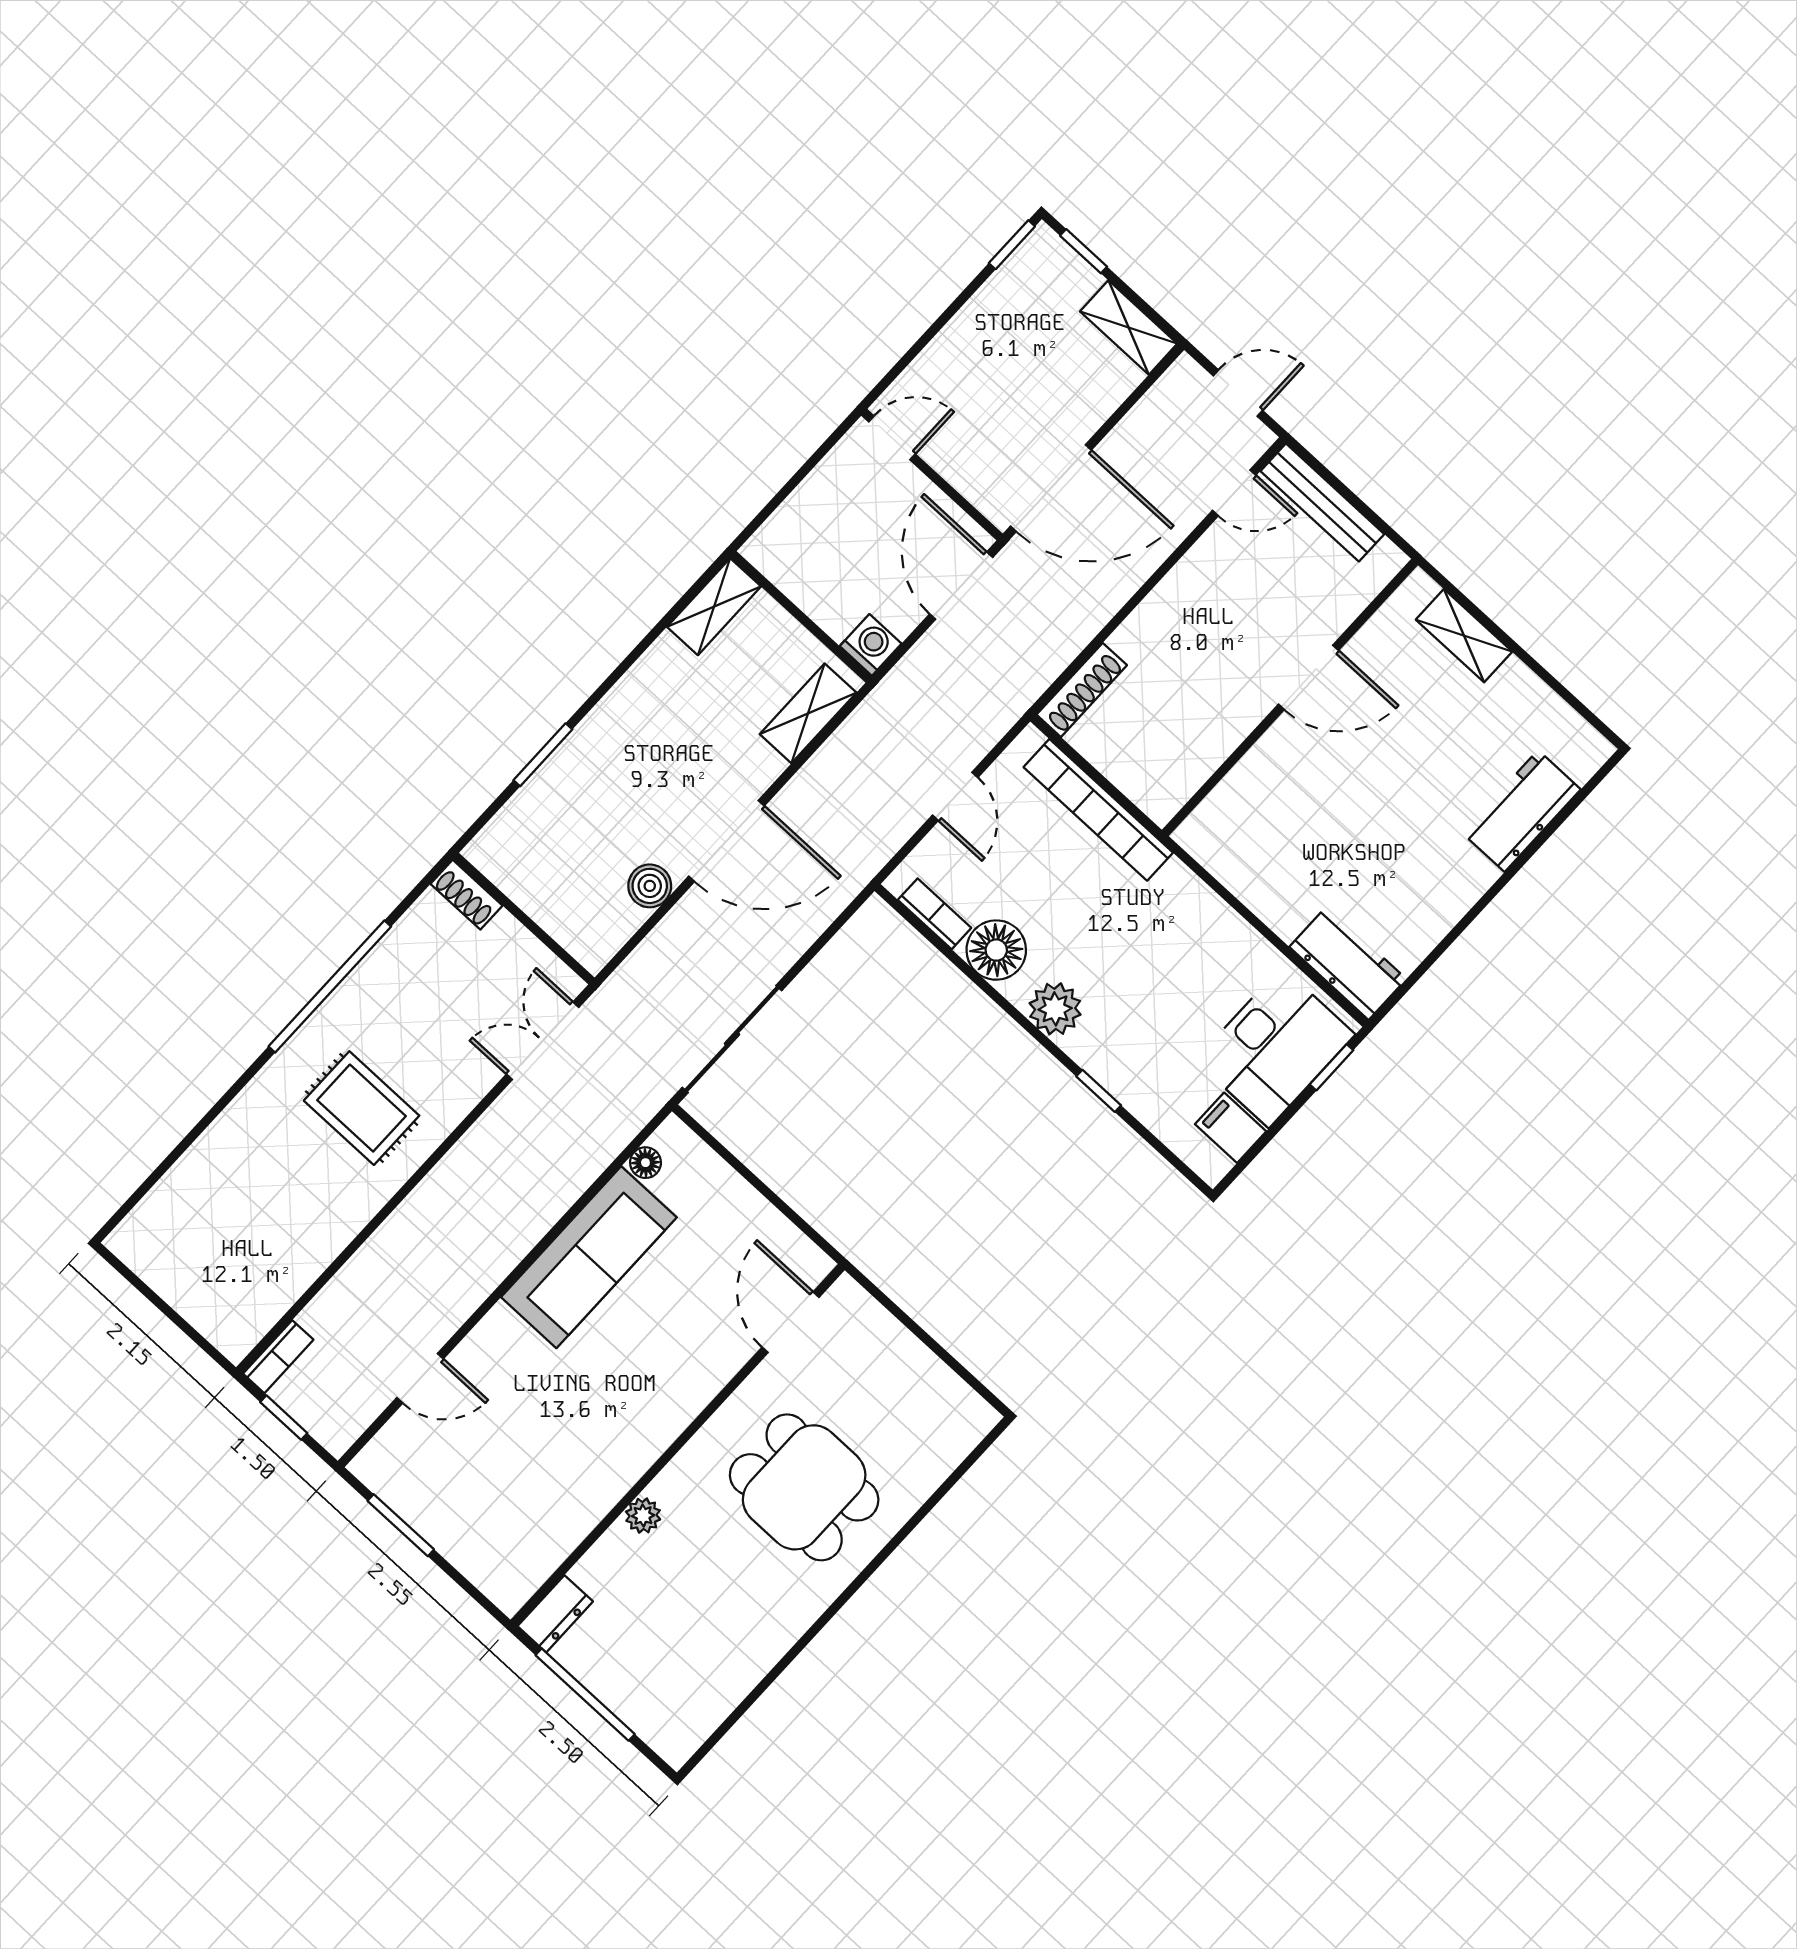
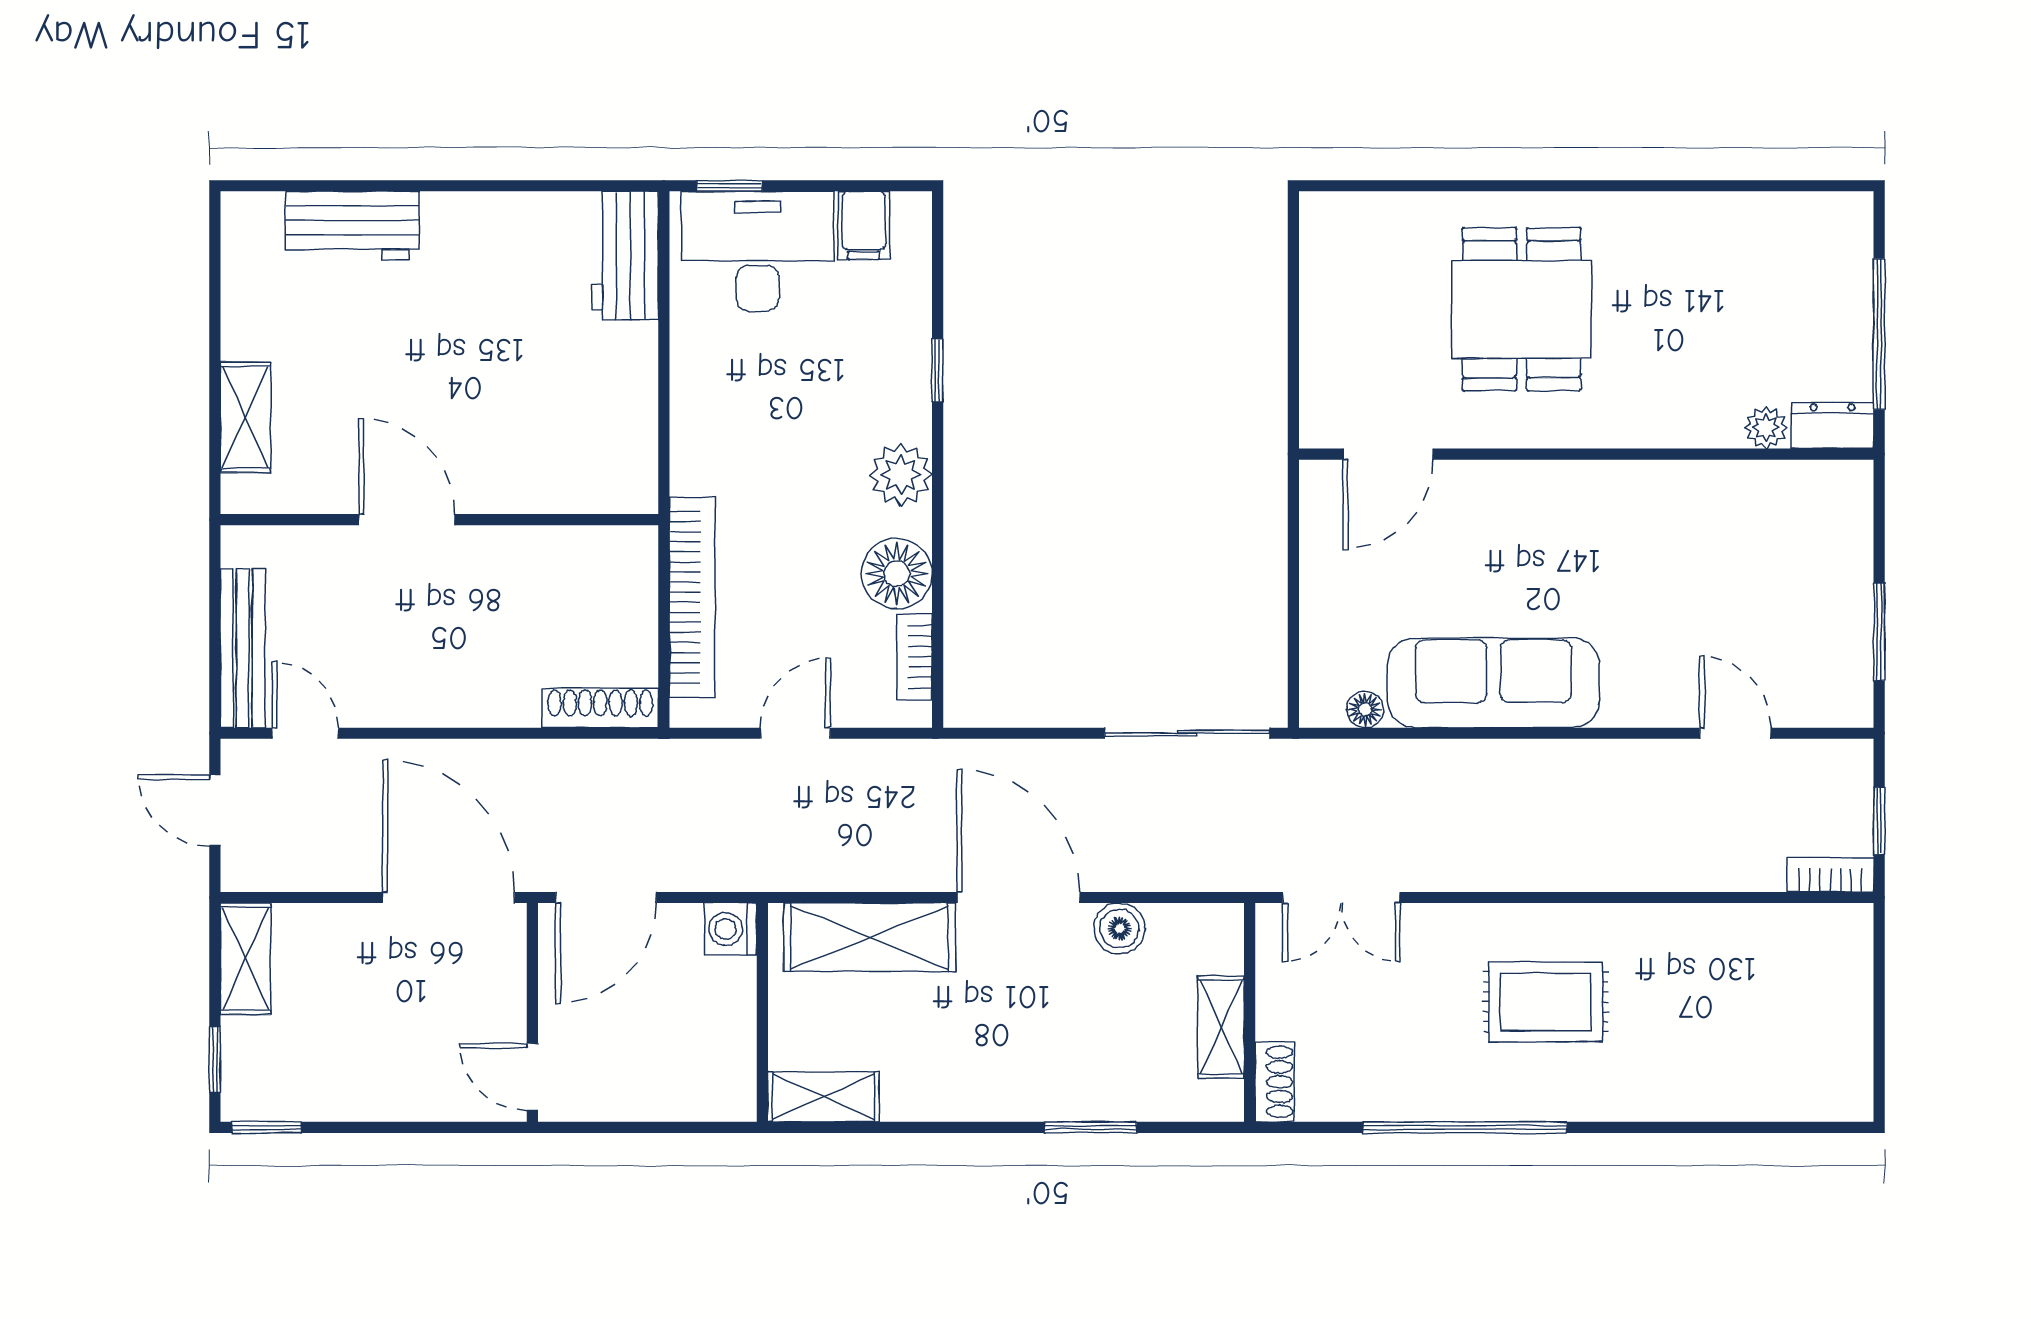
shelving: (808, 713) -> (870, 937), width x1.50, depth x1.33
shelving: (531, 893) -> (1221, 1027), added
rug: (362, 1108) -> (1546, 1002), turned 90
plant: (643, 1516) -> (1766, 428), moved

